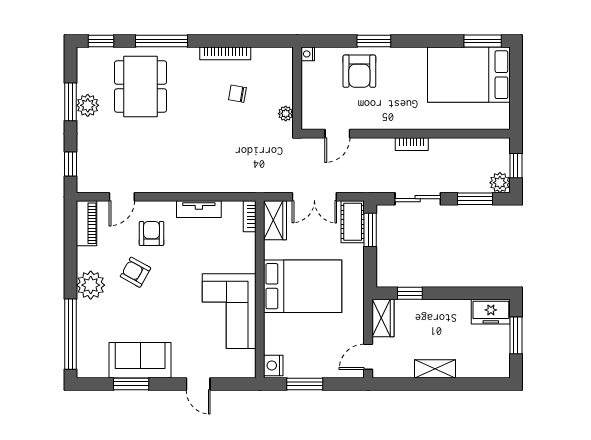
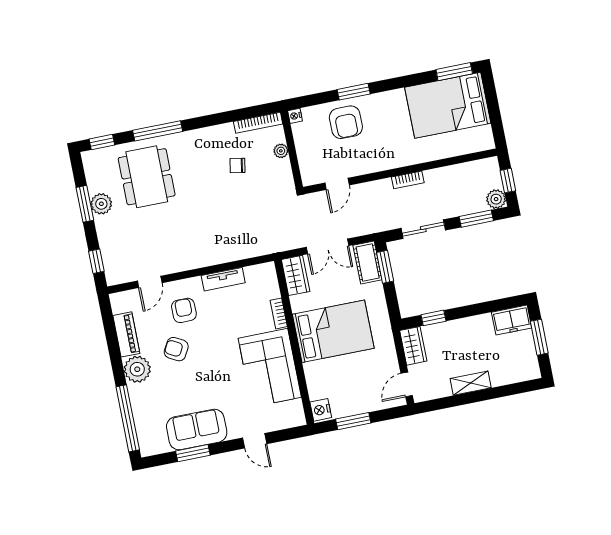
bookcase: (225, 53) -> (258, 123), moved
plant: (286, 114) -> (281, 151), moved
bookcase: (250, 216) -> (279, 313), moved
piano: (87, 223) -> (126, 334), moved

